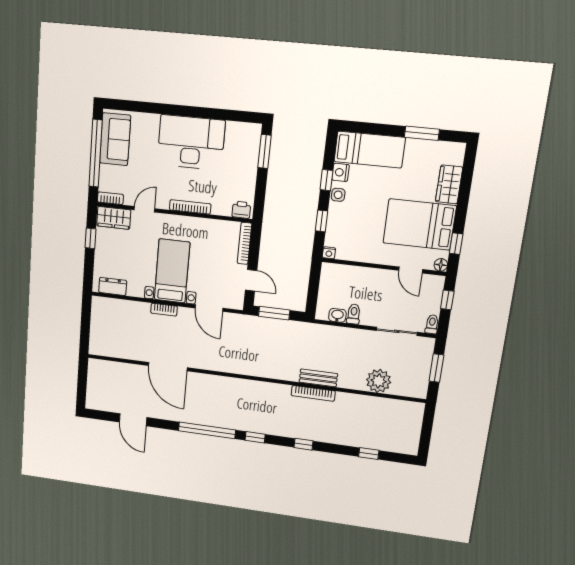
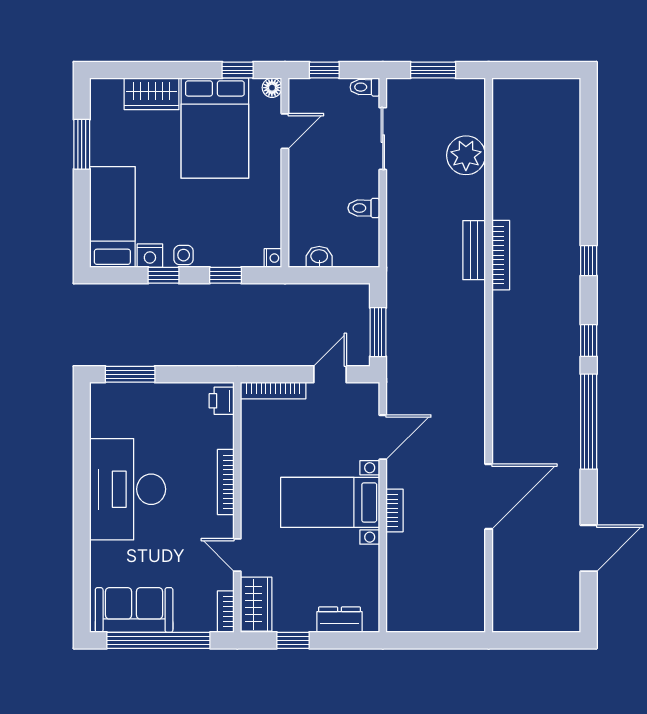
dresser: (113, 286) -> (340, 620), moved, turned 90
washbasin: (337, 315) -> (319, 257), moved, turned 90
window: (369, 454) -> (589, 154), removed

